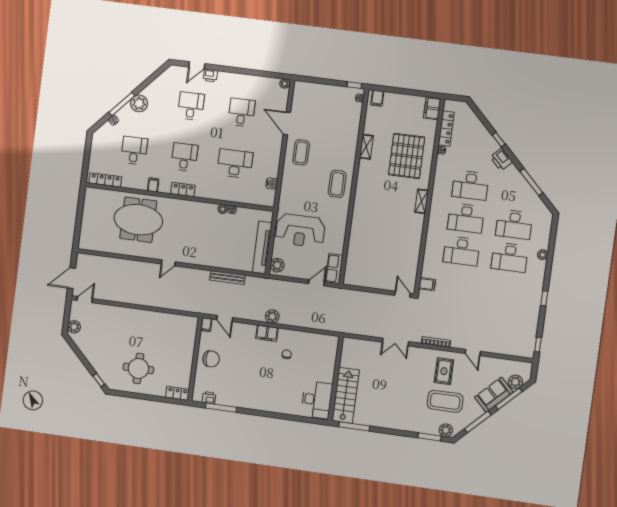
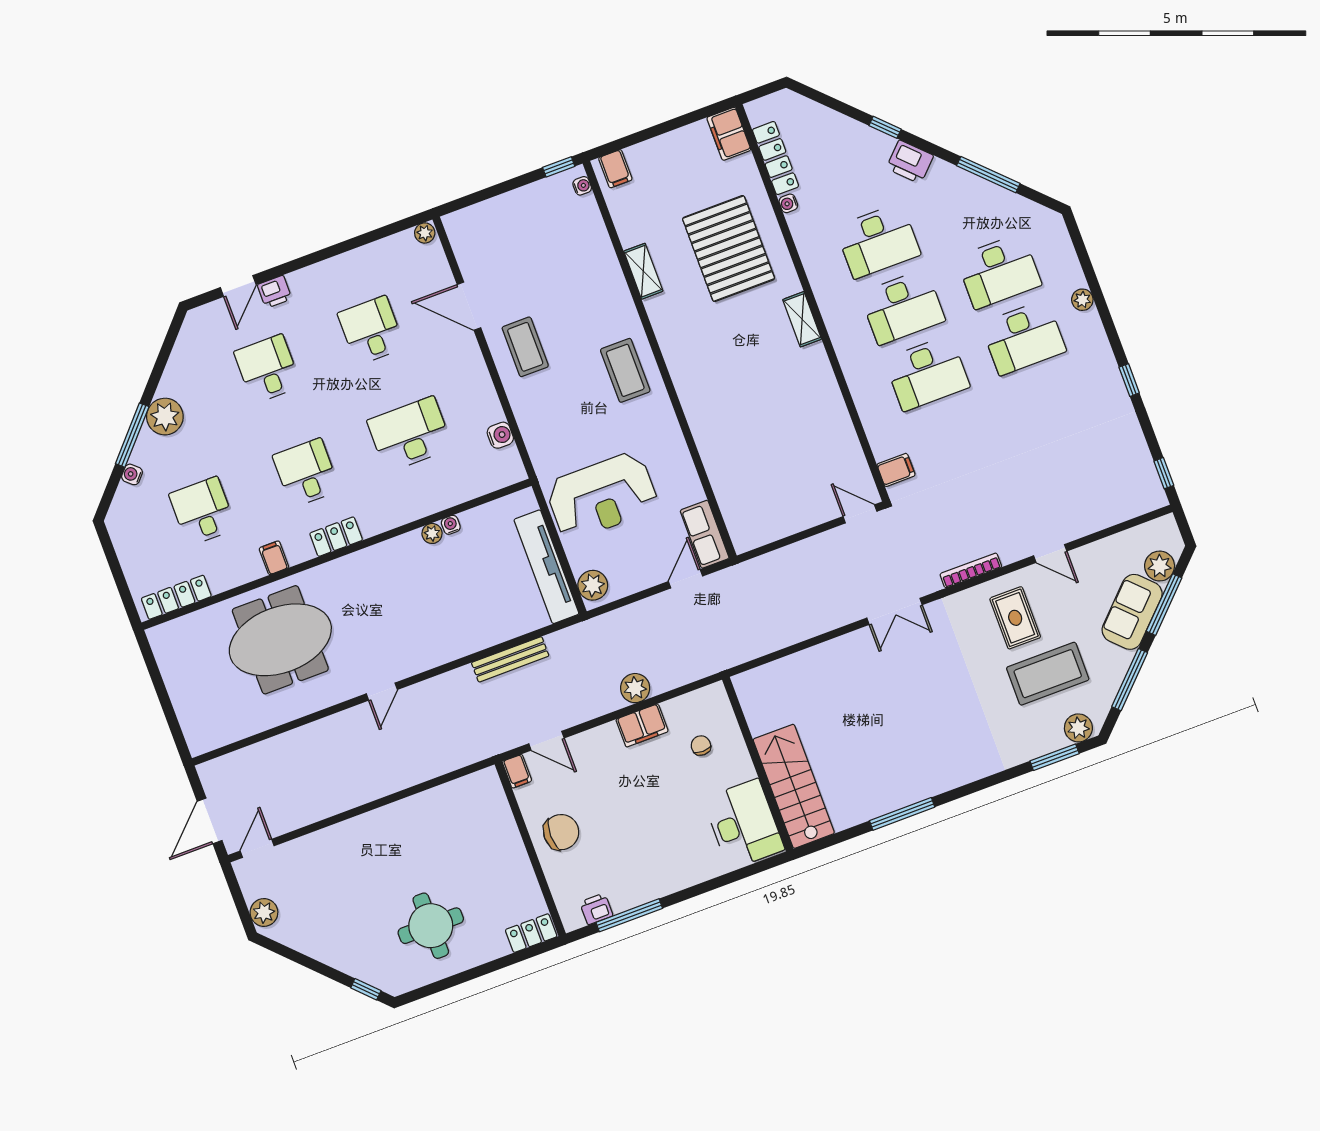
wall: (336, 378) -> (758, 764), moved
stairs: (346, 395) -> (794, 786), moved
desk: (317, 400) -> (744, 824), moved

